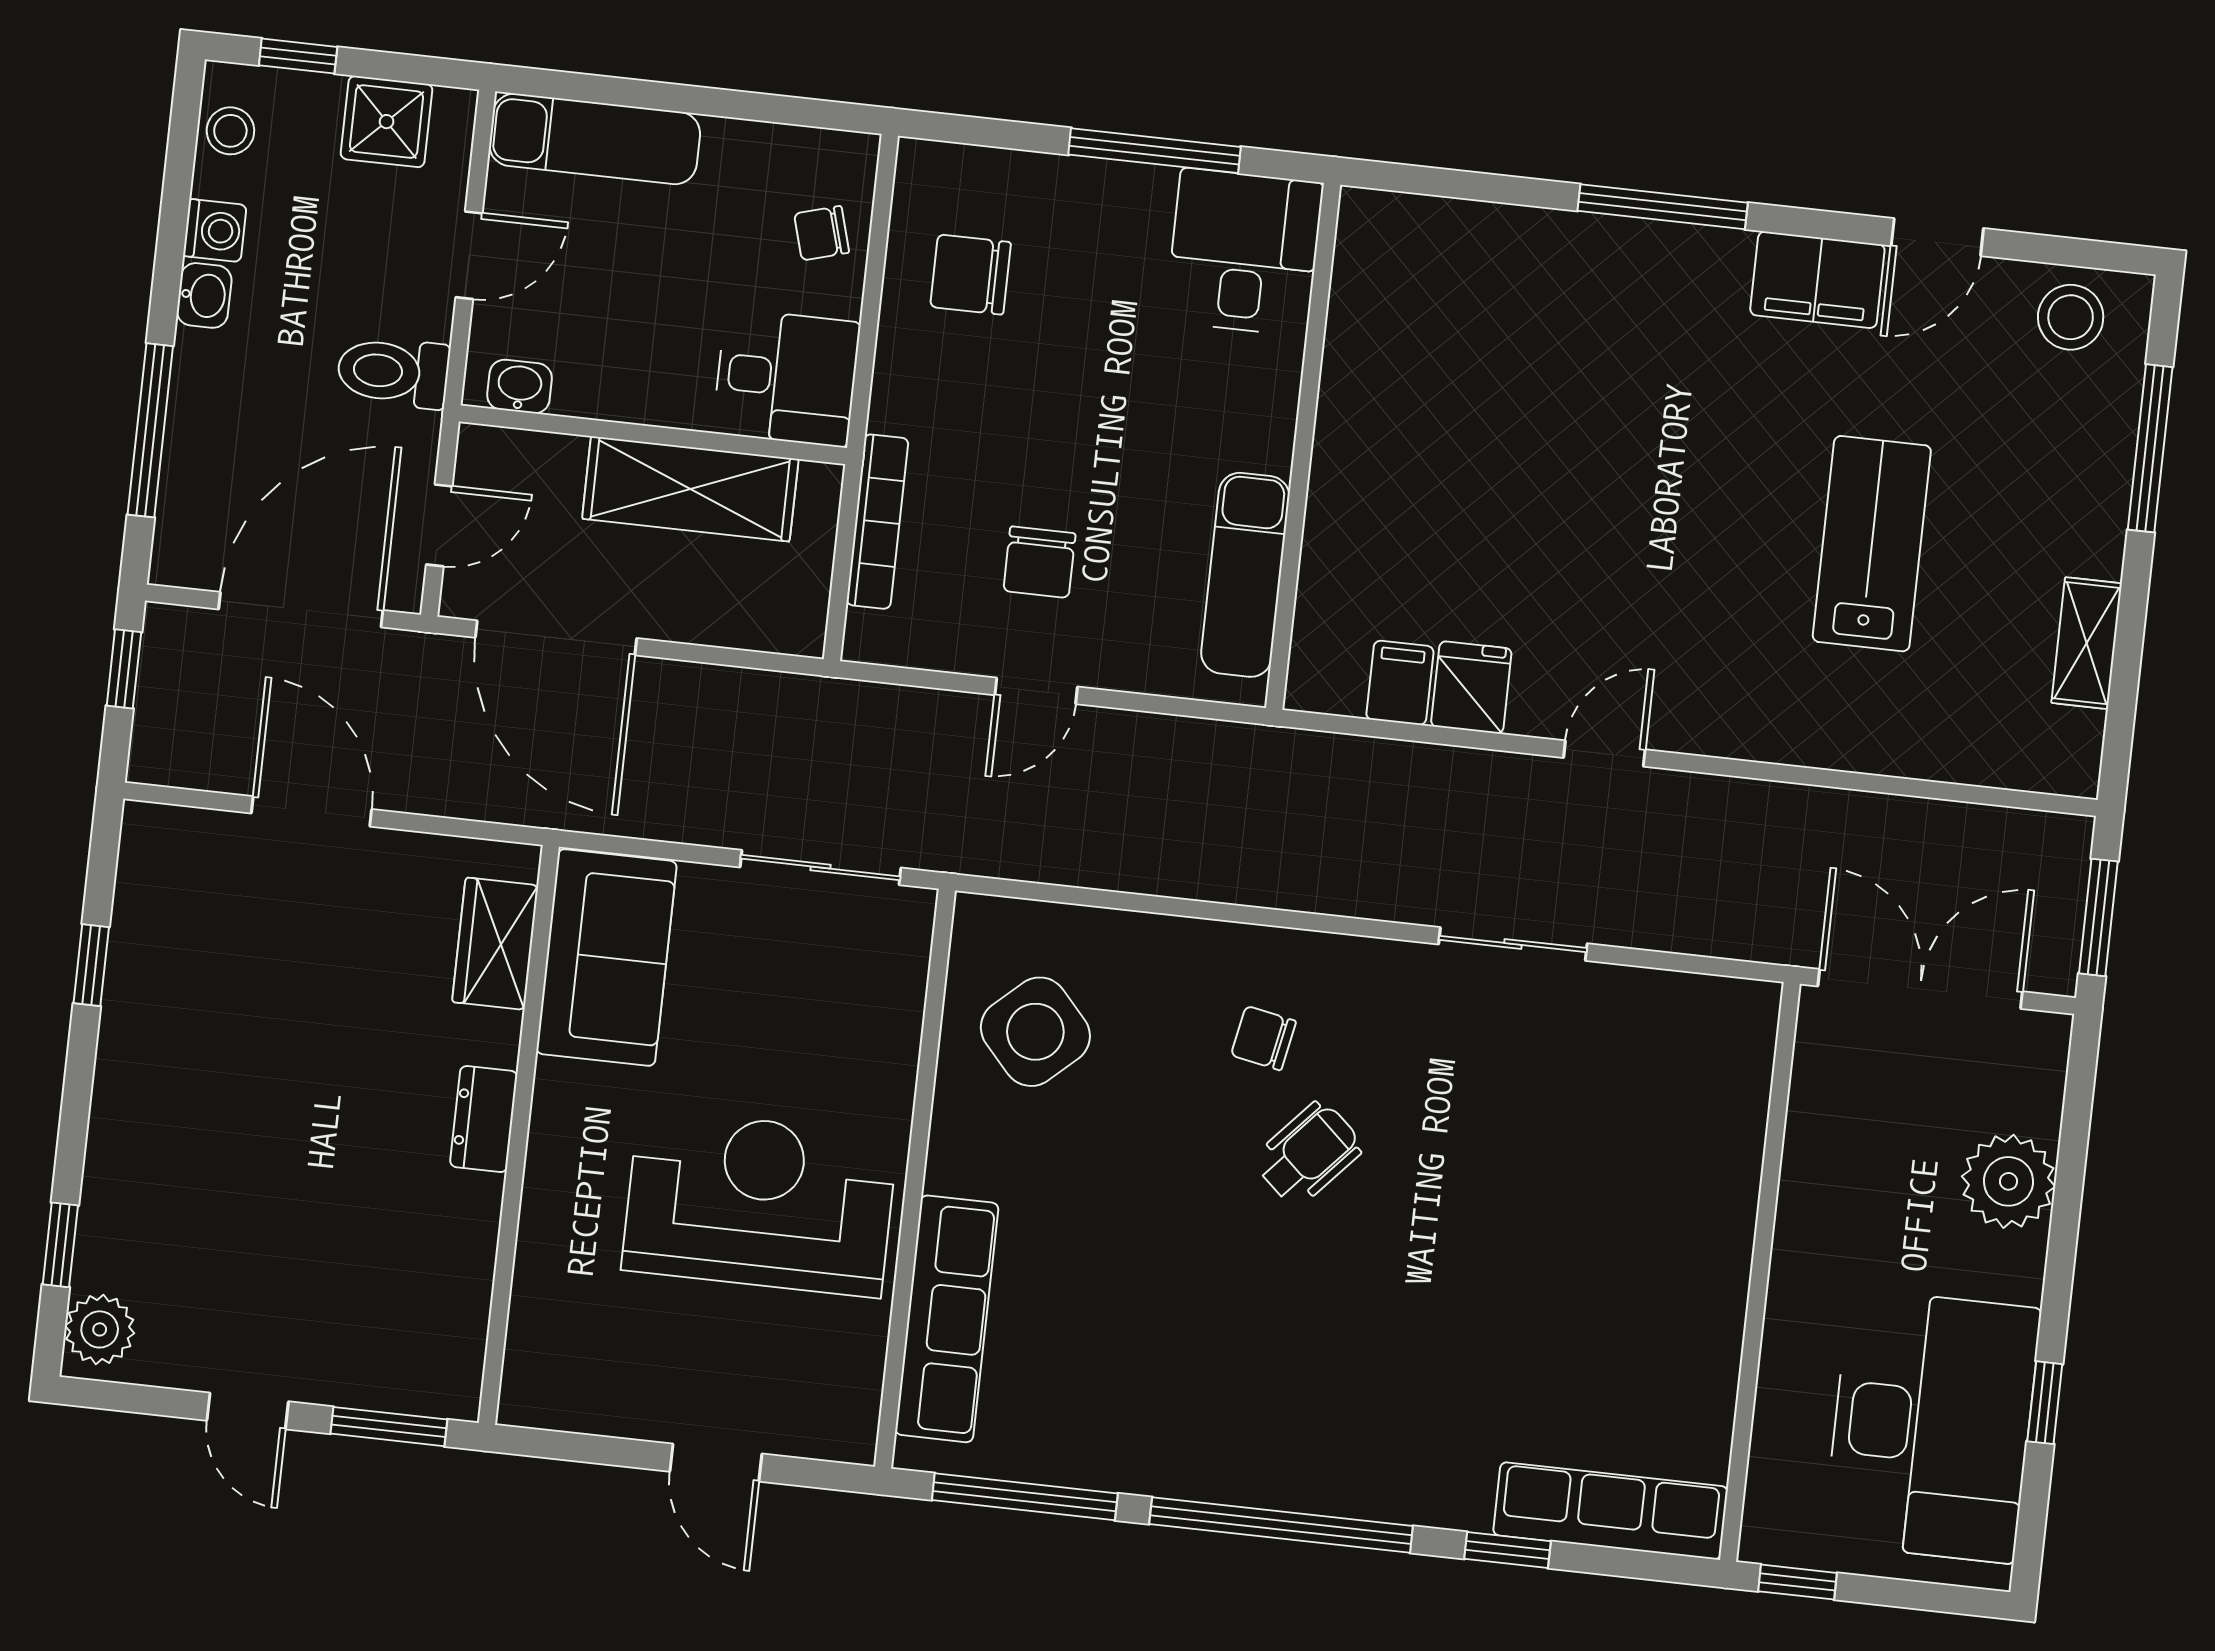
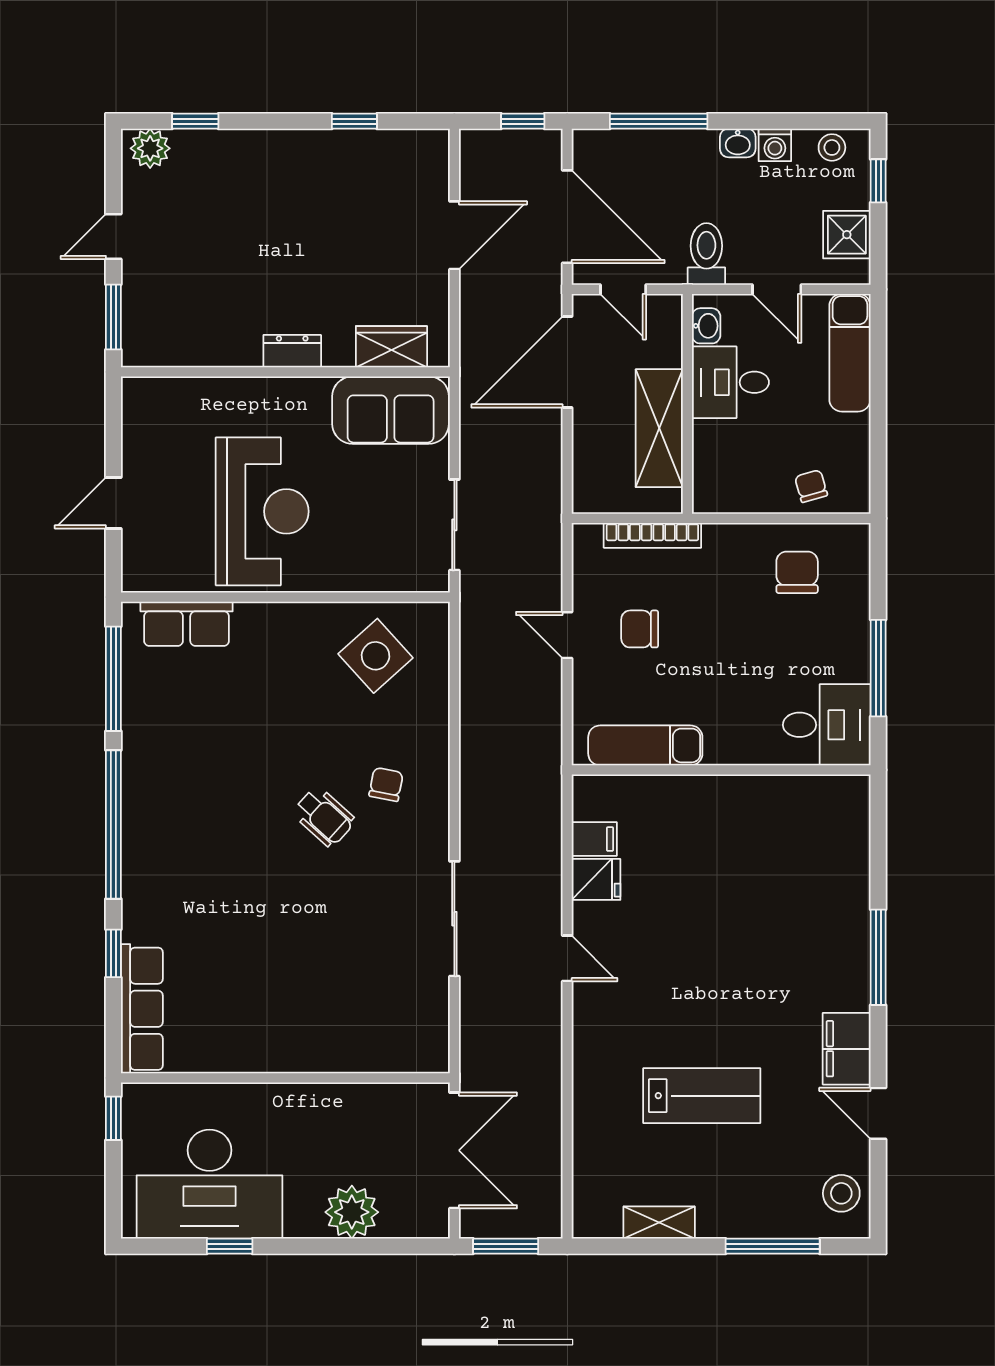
desk: (786, 378) -> (730, 382), moved, turned 90
sliding door: (1513, 944) -> (454, 919), width x1.37
row of seats: (947, 1319) -> (187, 624), width x0.68

